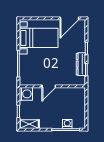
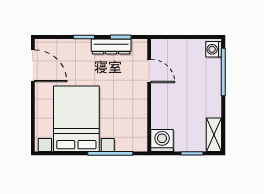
bed with nightstands: (39, 38) -> (76, 119), width x1.36
door: (49, 86) -> (149, 71), moved
washing machine: (67, 124) -> (214, 49), moved

